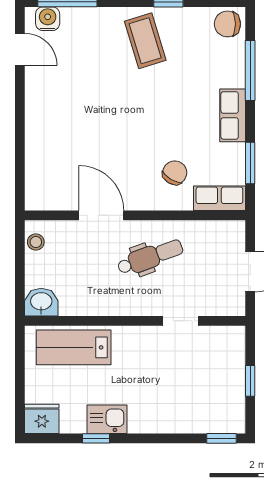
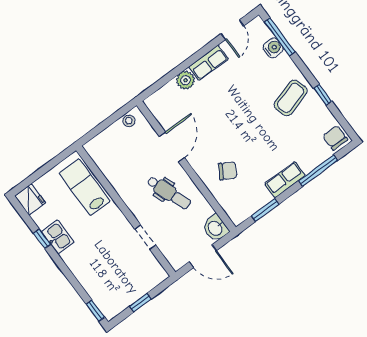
water cooler: (48, 19) -> (273, 48), moved
plant: (37, 144) -> (186, 80), added
row of seats: (219, 198) -> (209, 63), moved, turned 90
washbasin: (41, 302) -> (215, 228), moved, turned 180

